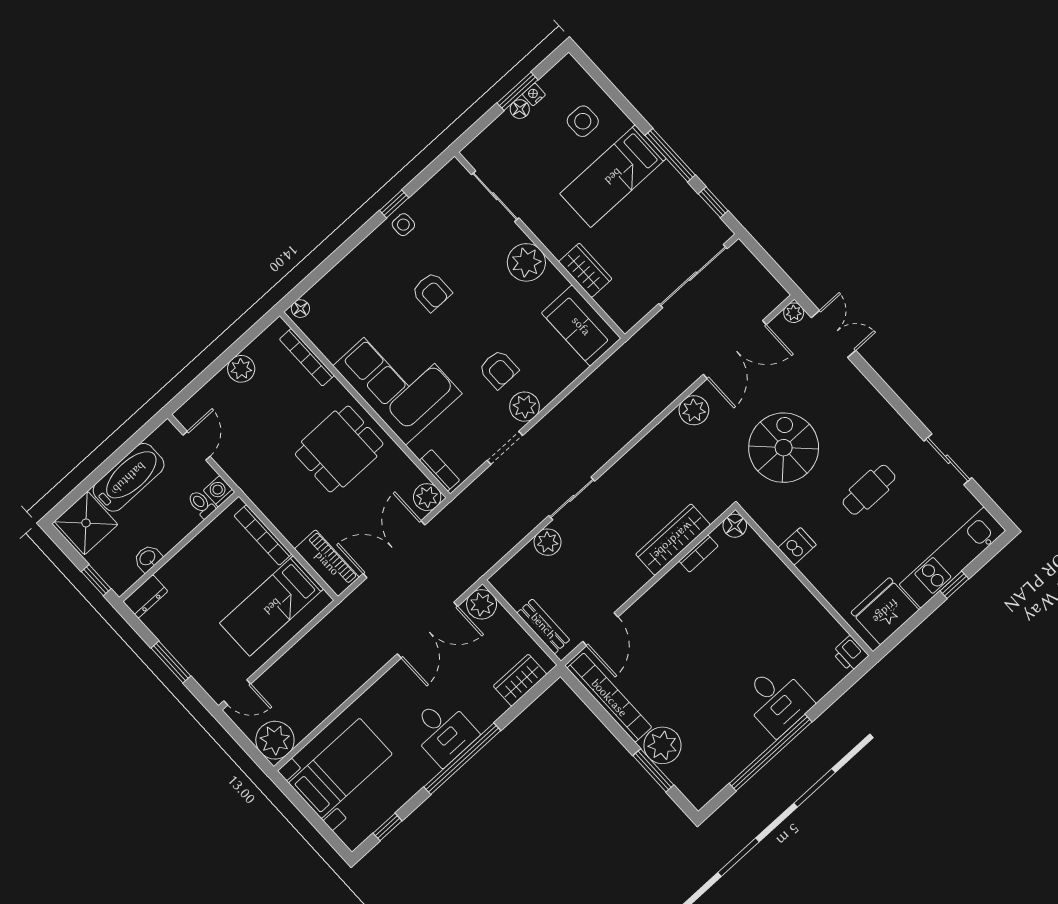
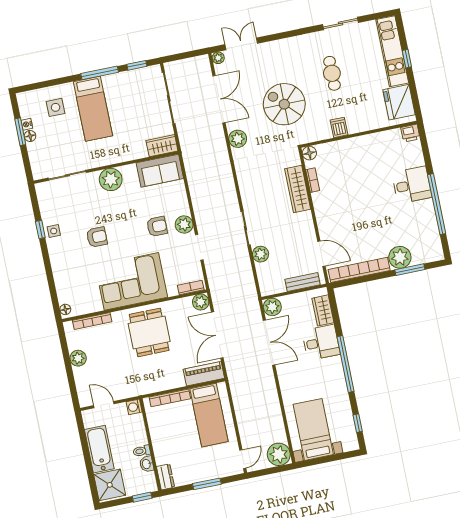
wardrobe: (585, 270) -> (162, 146), moved
toilet: (201, 504) -> (142, 451), moved
desk: (443, 731) -> (321, 342), moved

